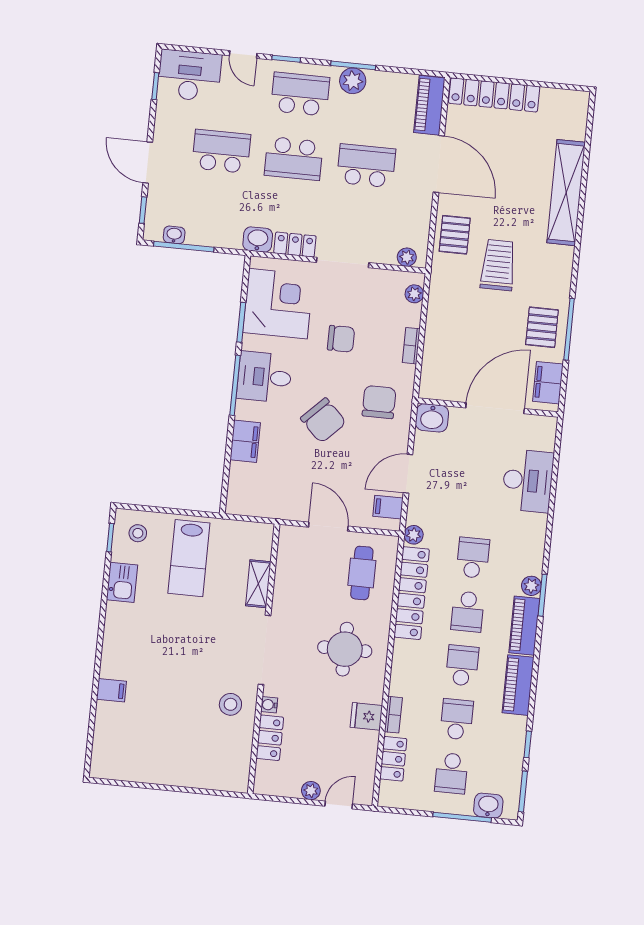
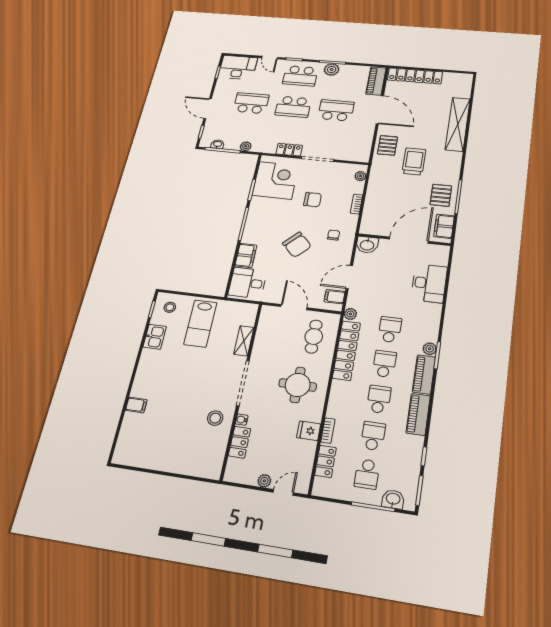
school desk: (300, 94) -> (300, 76), turned 180
washbasin: (258, 240) -> (267, 147), removed
plant: (407, 257) -> (246, 146), moved
desk: (264, 377) -> (248, 283), moved
chair: (379, 402) -> (334, 235), width x0.54, depth x0.54
school desk: (468, 612) -> (384, 364), turned 180

